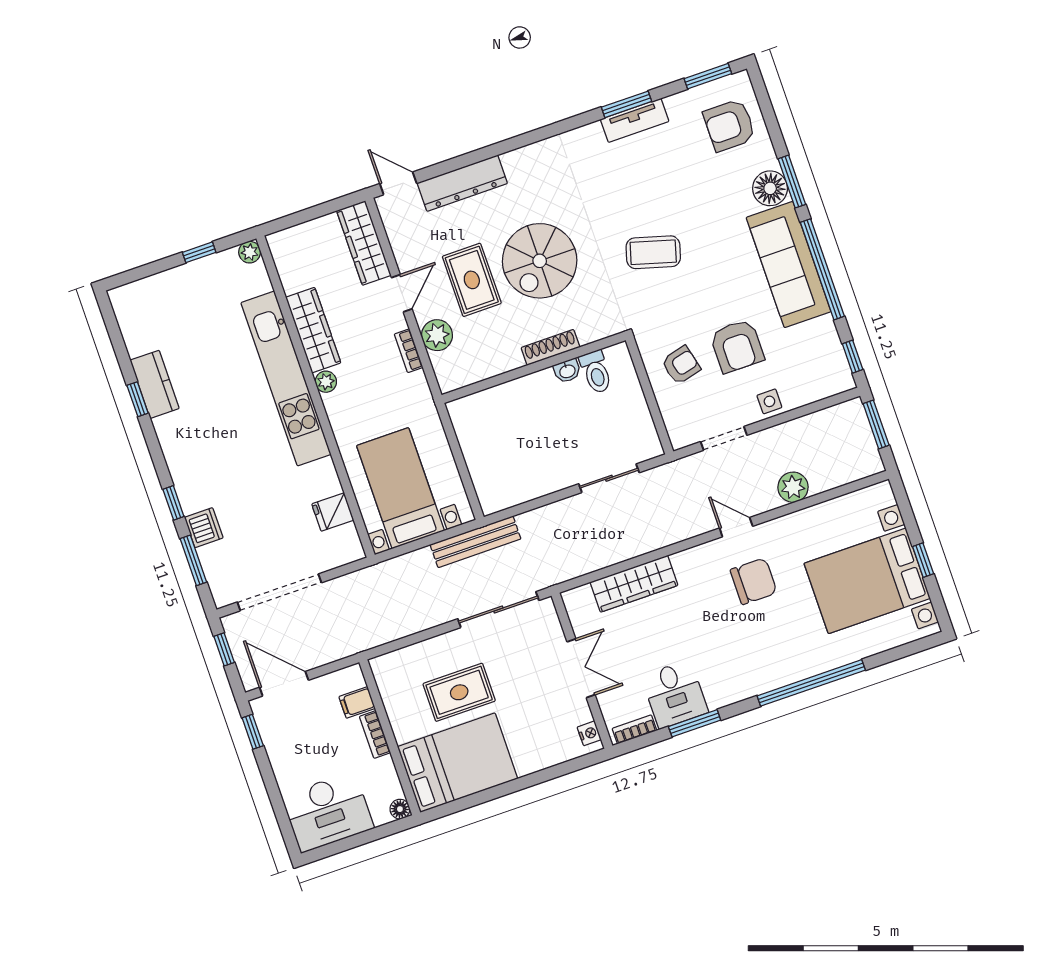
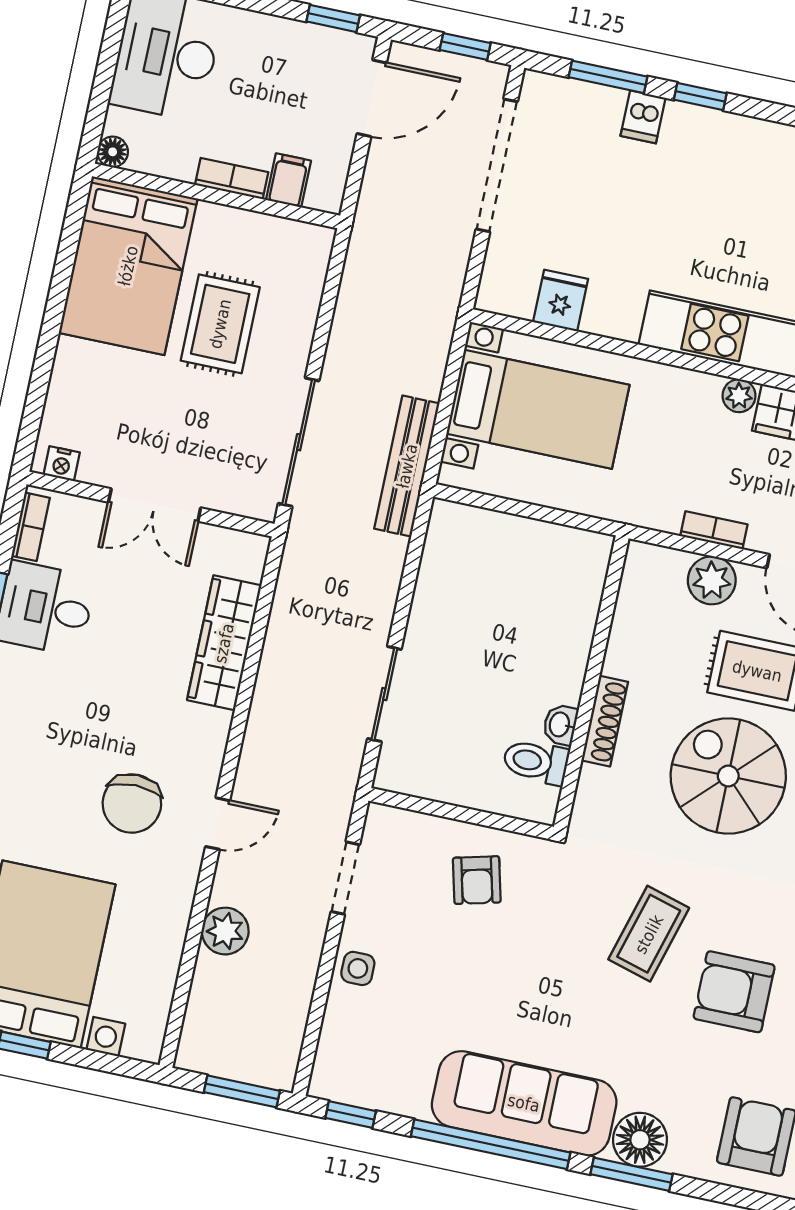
armchair: (737, 346) -> (734, 992), moved
dishwasher: (204, 528) -> (643, 117), width x0.73

